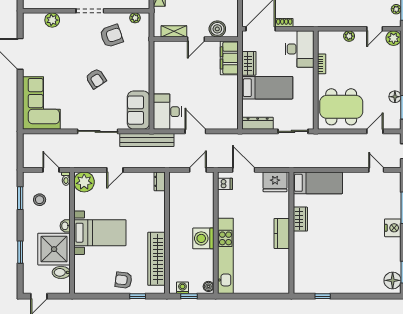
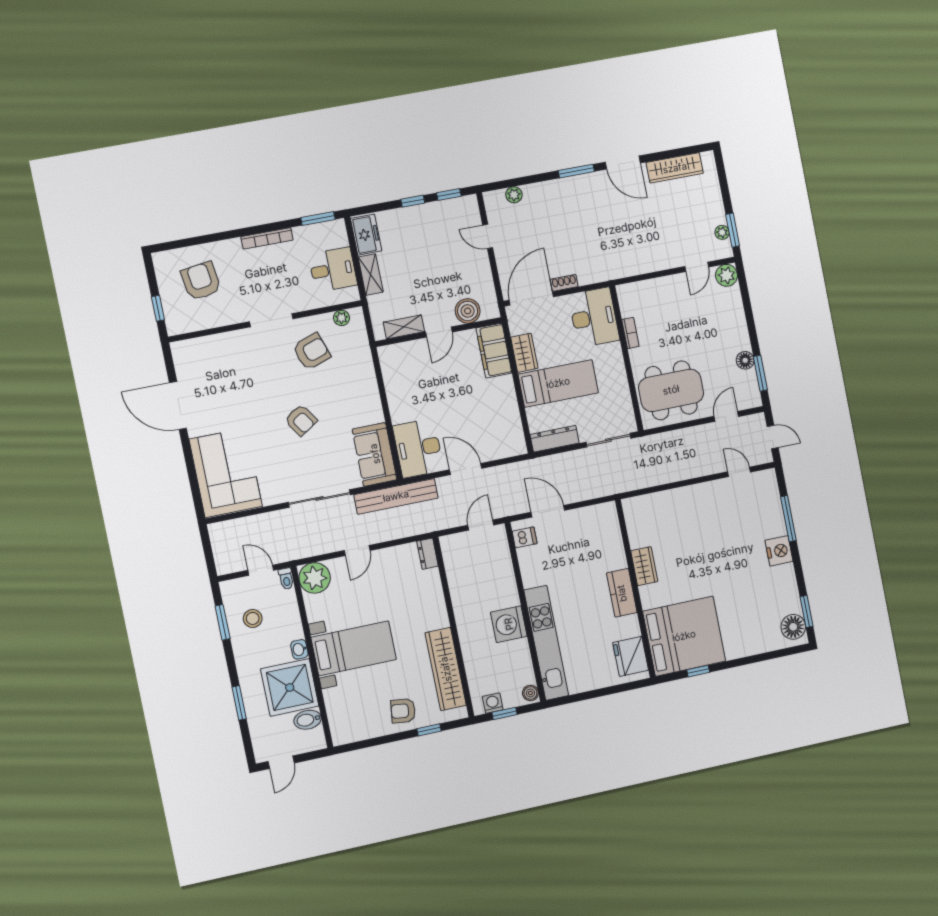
plant: (52, 20) -> (217, 345), removed
plant: (349, 36) -> (662, 285), removed
fridge: (275, 182) -> (631, 656), moved, turned 90
bed: (318, 183) -> (684, 636), moved, width x2.04

